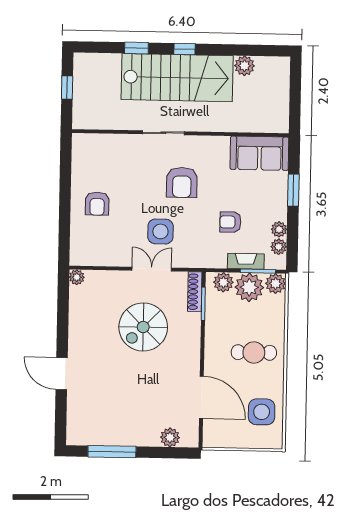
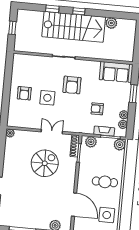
side table: (160, 231) -> (47, 98), moved
plant: (249, 287) -> (105, 146), removed
spiral stairs: (143, 327) -> (45, 163), turned 180

